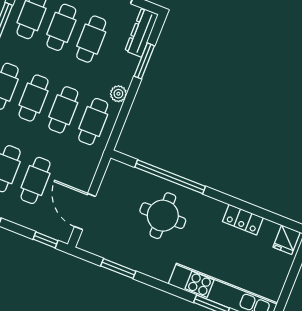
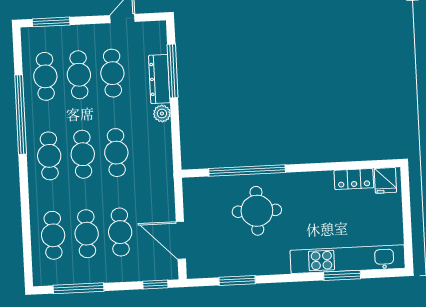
dresser: (142, 33) -> (159, 79), moved
window: (144, 61) -> (173, 71), width x1.44
cafe table: (93, 122) -> (150, 151), removed
locker: (243, 220) -> (354, 179), moved

